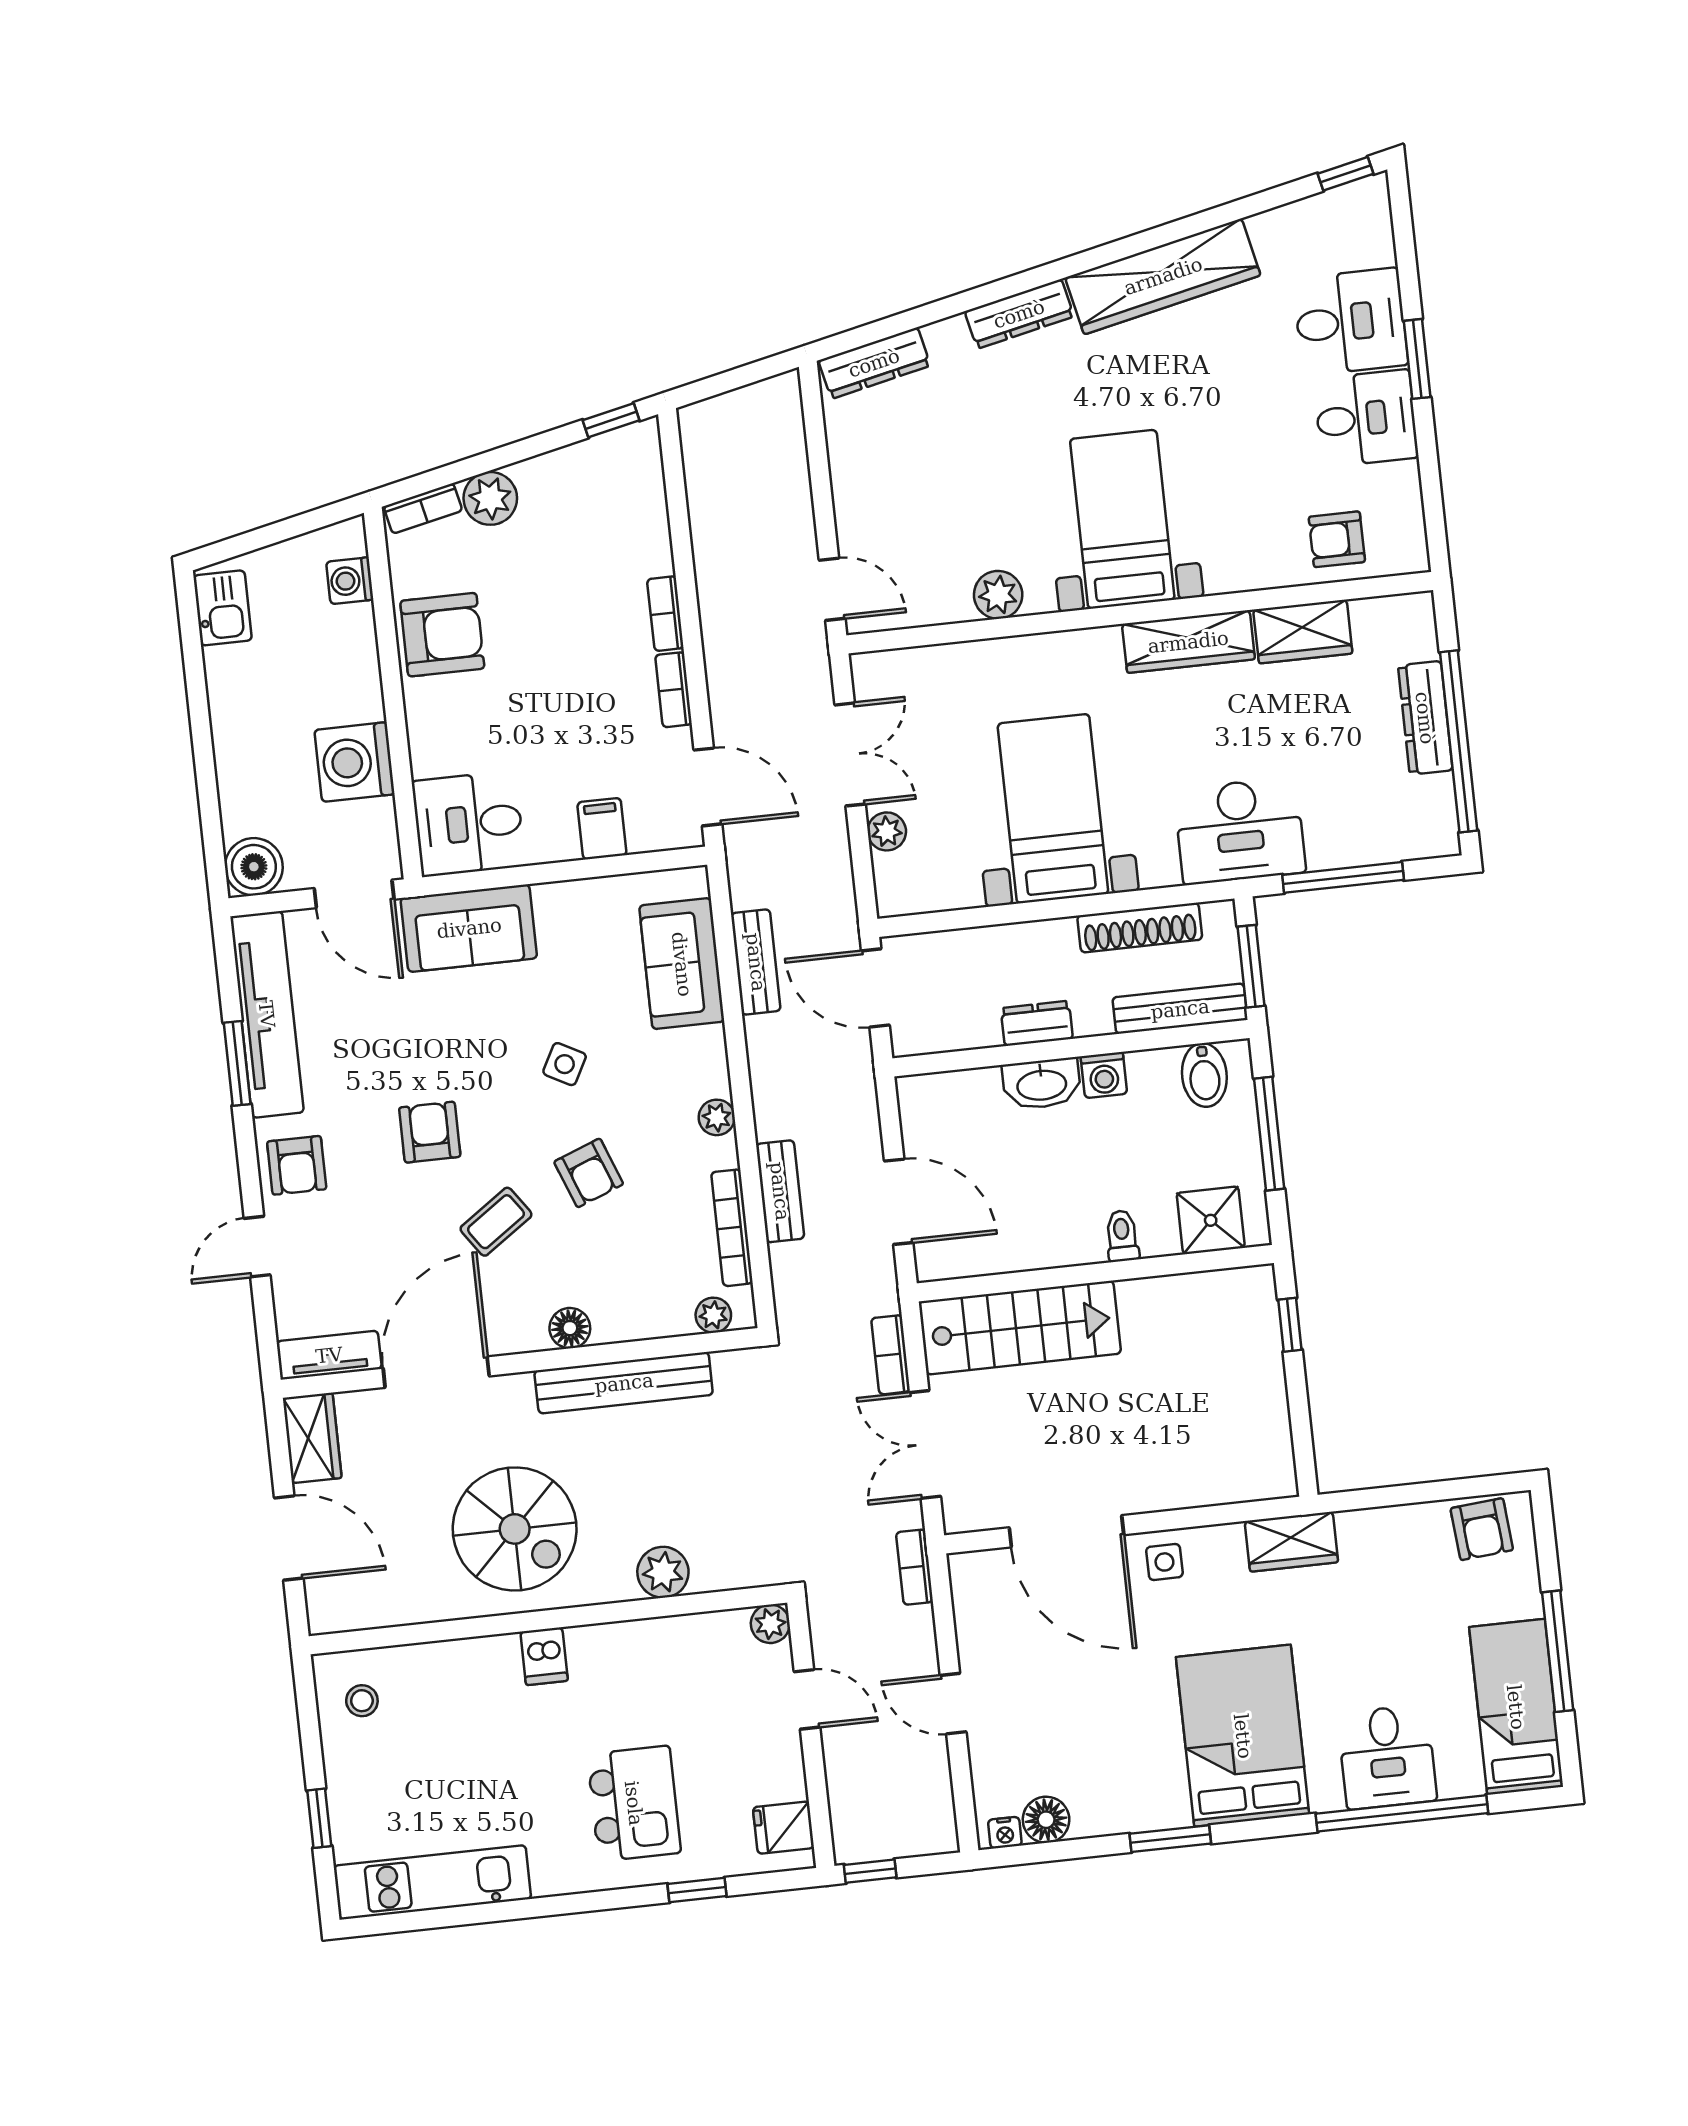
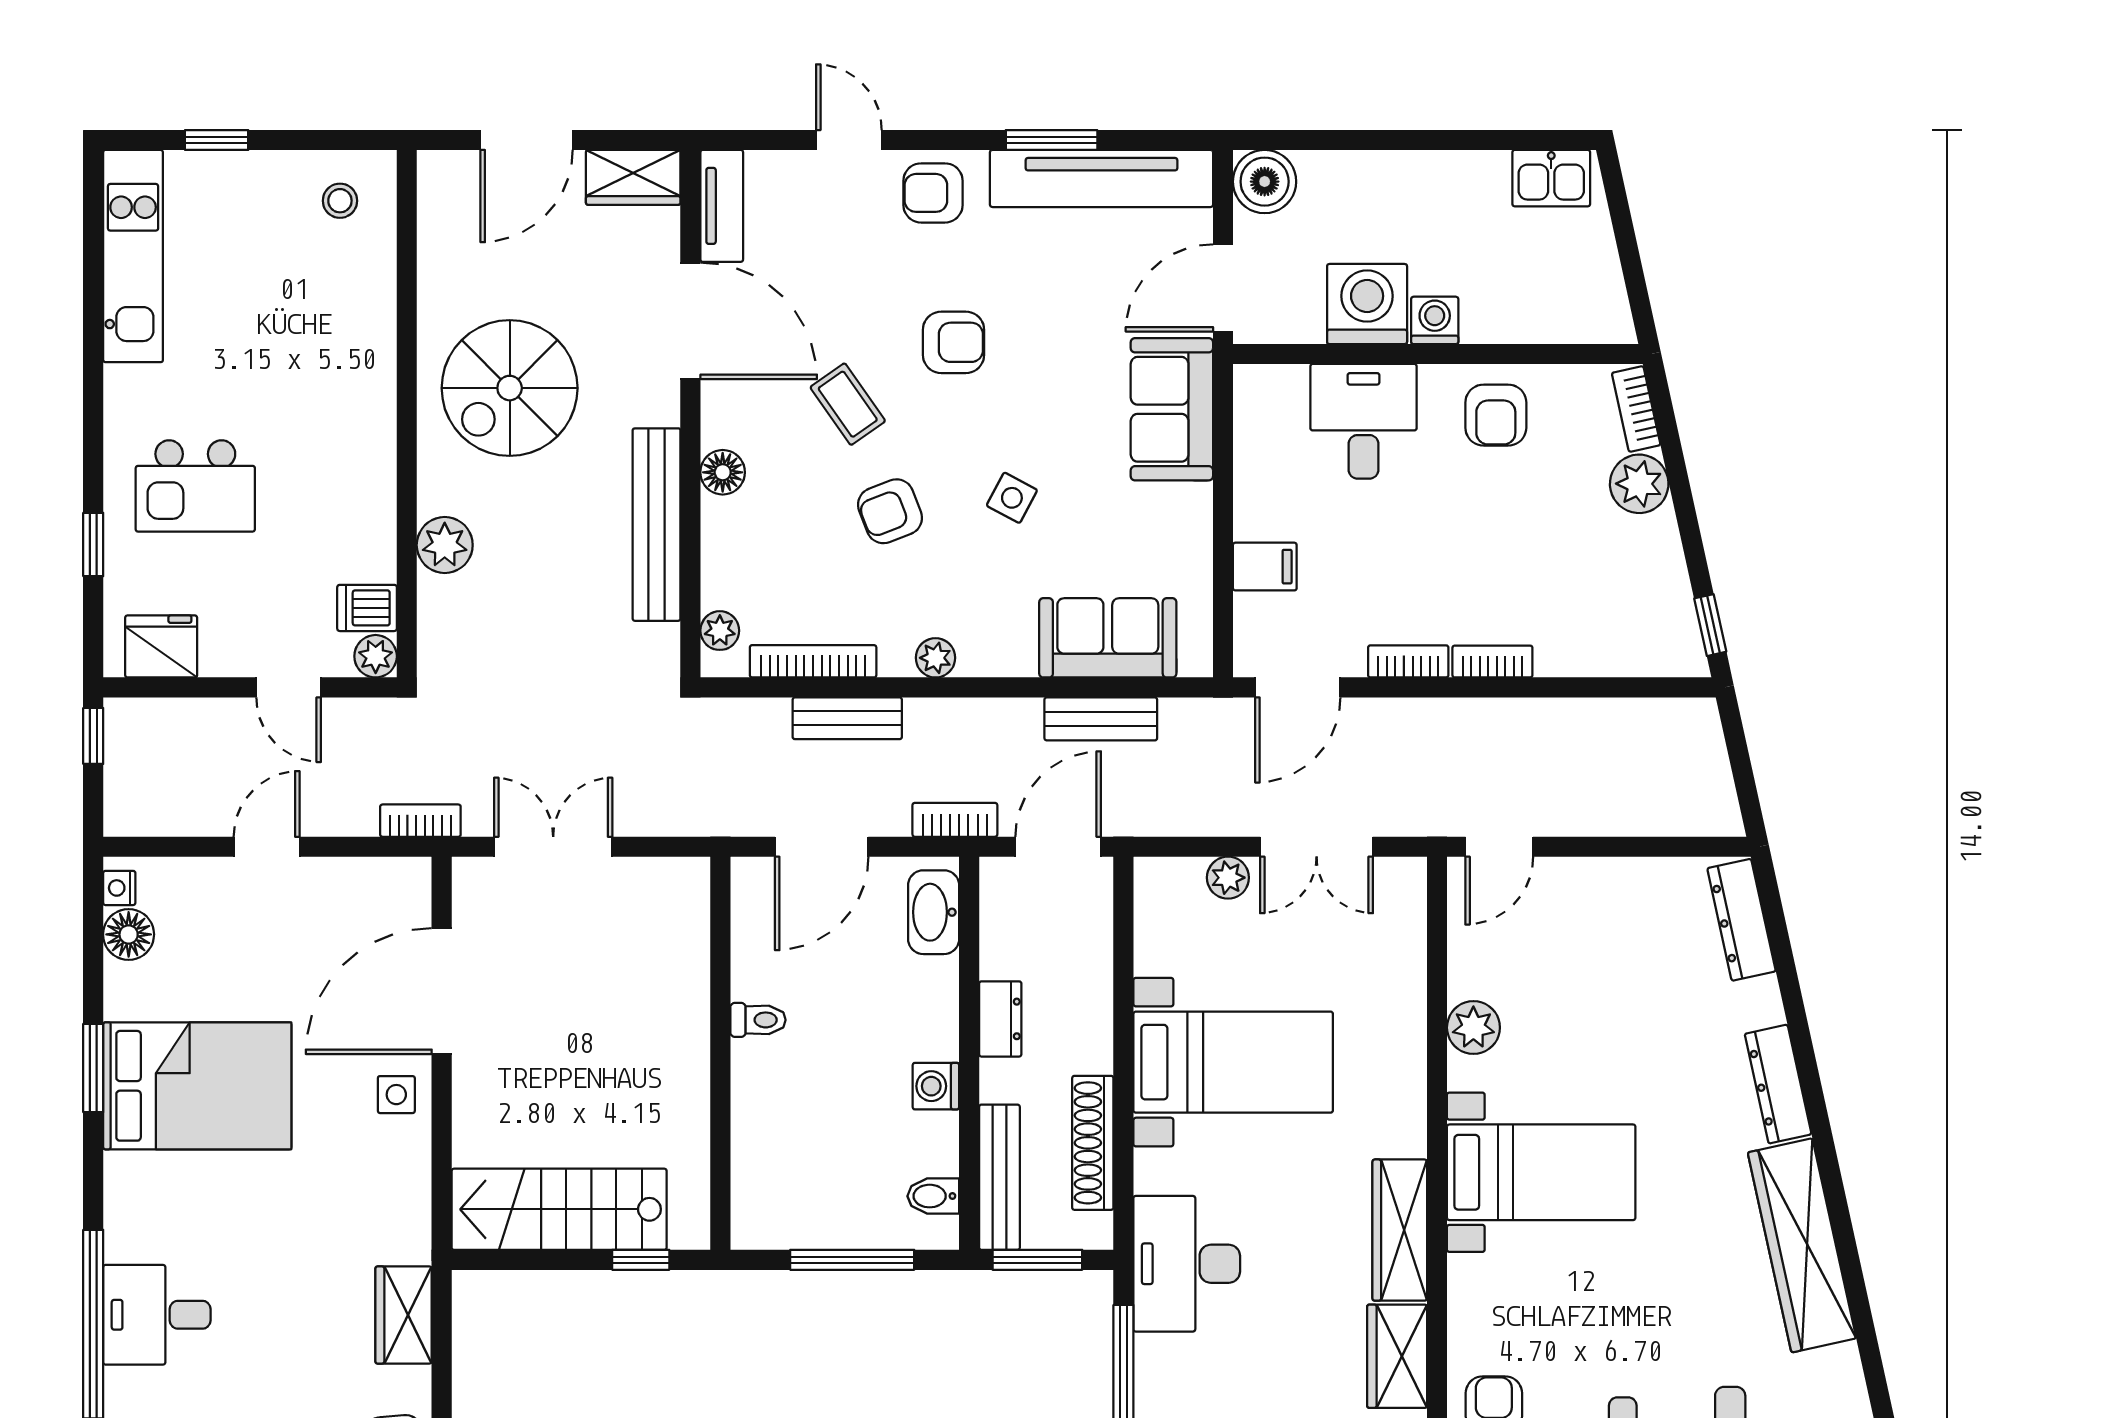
washing machine: (350, 581) -> (1435, 320), moved
armchair: (442, 635) -> (1496, 415), width x0.72, depth x0.72
desk: (468, 824) -> (1363, 421), moved
bidet: (1204, 1075) -> (933, 1196), width x0.72, depth x0.74
washbasin: (1042, 1084) -> (934, 912), moved
shower: (1211, 1220) -> (764, 1186), removed
toilet: (1122, 1236) -> (758, 1020), moved
stairs: (1020, 1328) -> (559, 1209), moved, turned 90
bookcase: (891, 1355) -> (955, 820), moved
wardrobe: (1291, 1542) -> (403, 1315), moved
dishwasher: (544, 1656) -> (367, 608), moved
door: (807, 1699) -> (289, 687), hinge flipped
bed: (1243, 1736) -> (197, 1086), moved
fridge: (783, 1828) -> (161, 646), width x1.38

